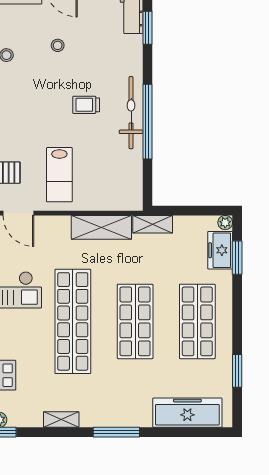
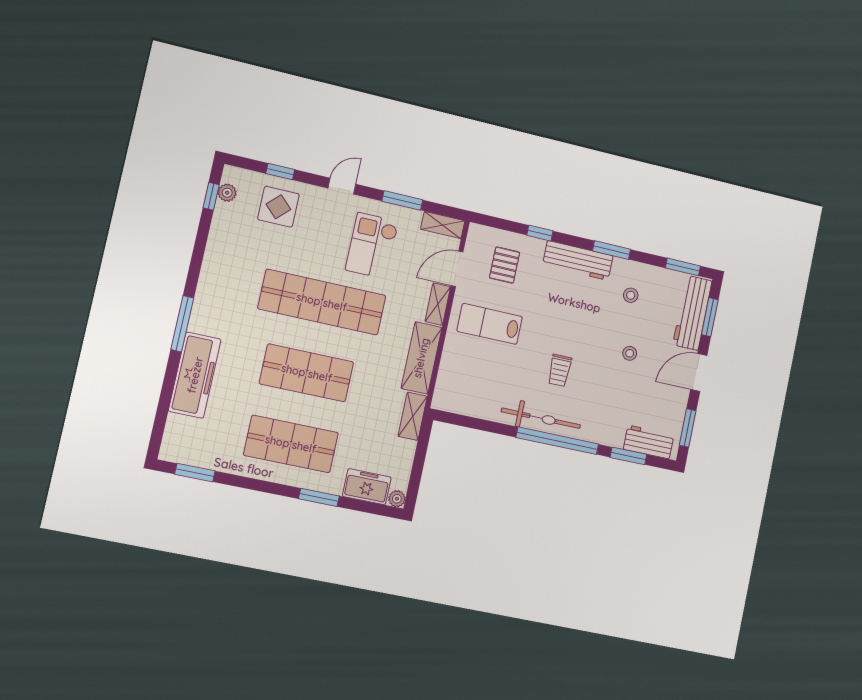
trolley: (86, 105) -> (560, 370), turned 180
window: (147, 122) -> (557, 441), moved
window: (237, 258) -> (319, 497), moved
window: (237, 371) -> (195, 473), moved
freezer: (187, 413) -> (195, 375), moved
shelving: (61, 420) -> (438, 304), moved

